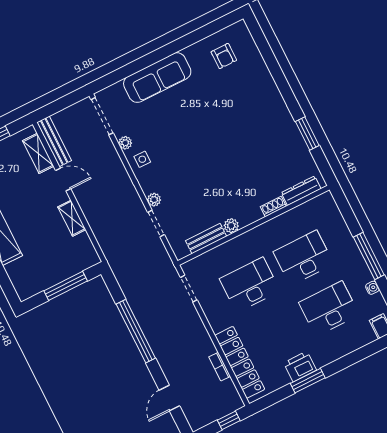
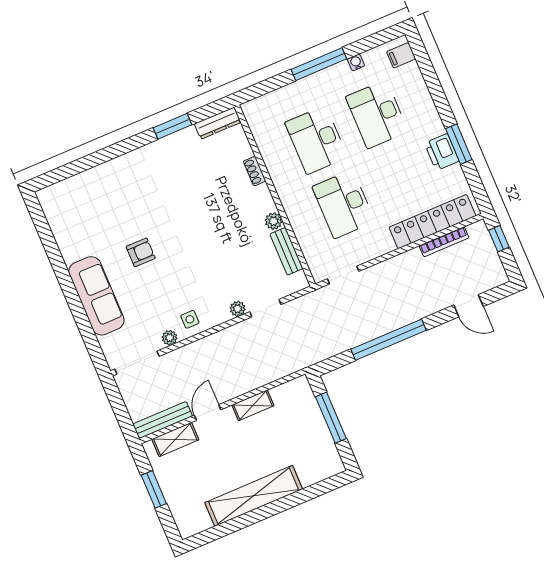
armchair: (224, 56) -> (141, 252), moved
dresser: (301, 191) -> (218, 123), moved, turned -90
bookcase: (220, 367) -> (444, 242), width x1.56

